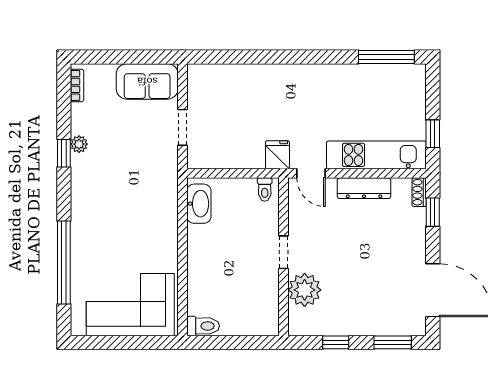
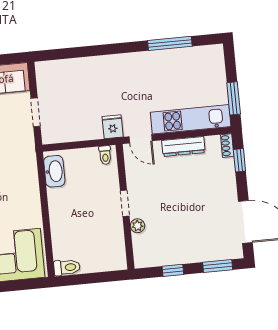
window: (386, 57) -> (170, 43), moved
window: (433, 134) -> (234, 98), width x1.50
plant: (305, 290) -> (137, 226), width x0.53, depth x0.53

